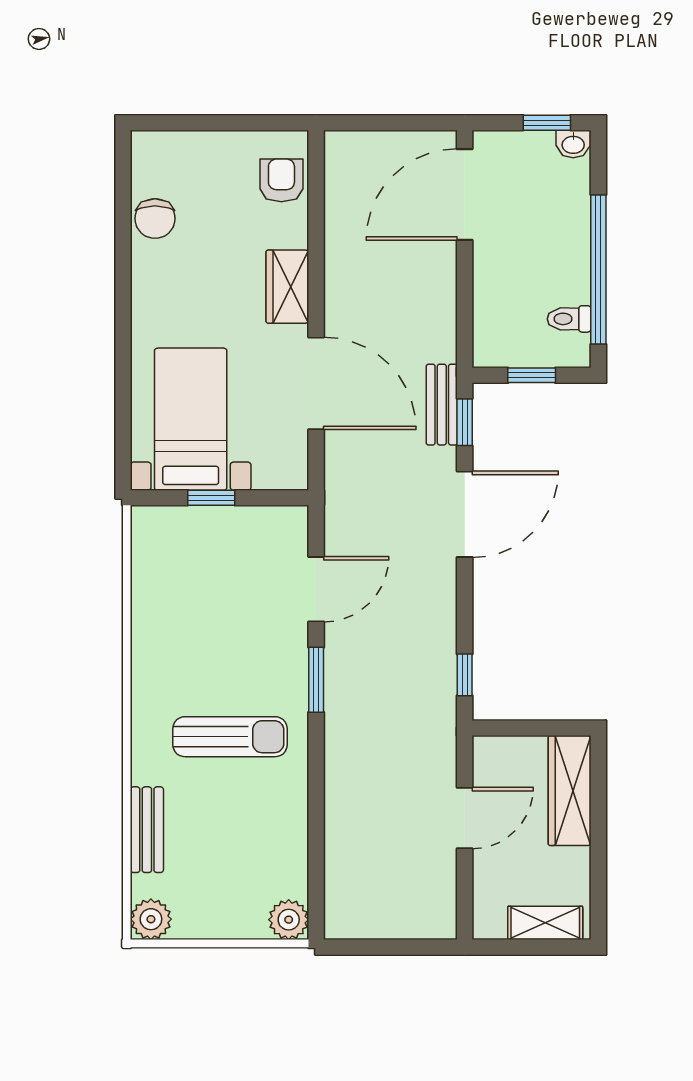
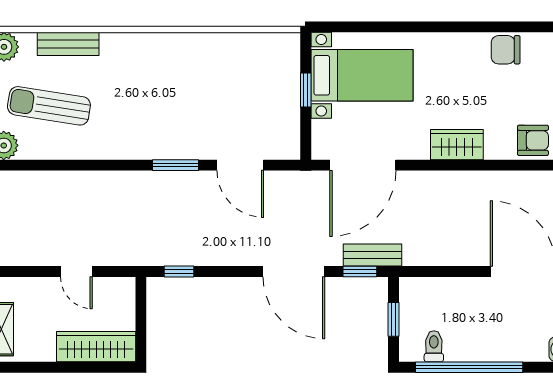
door: (316, 383) -> (363, 165), moved
sun lounger: (230, 737) -> (49, 106), moved, turned 99
door: (465, 818) -> (76, 271), width x0.73

